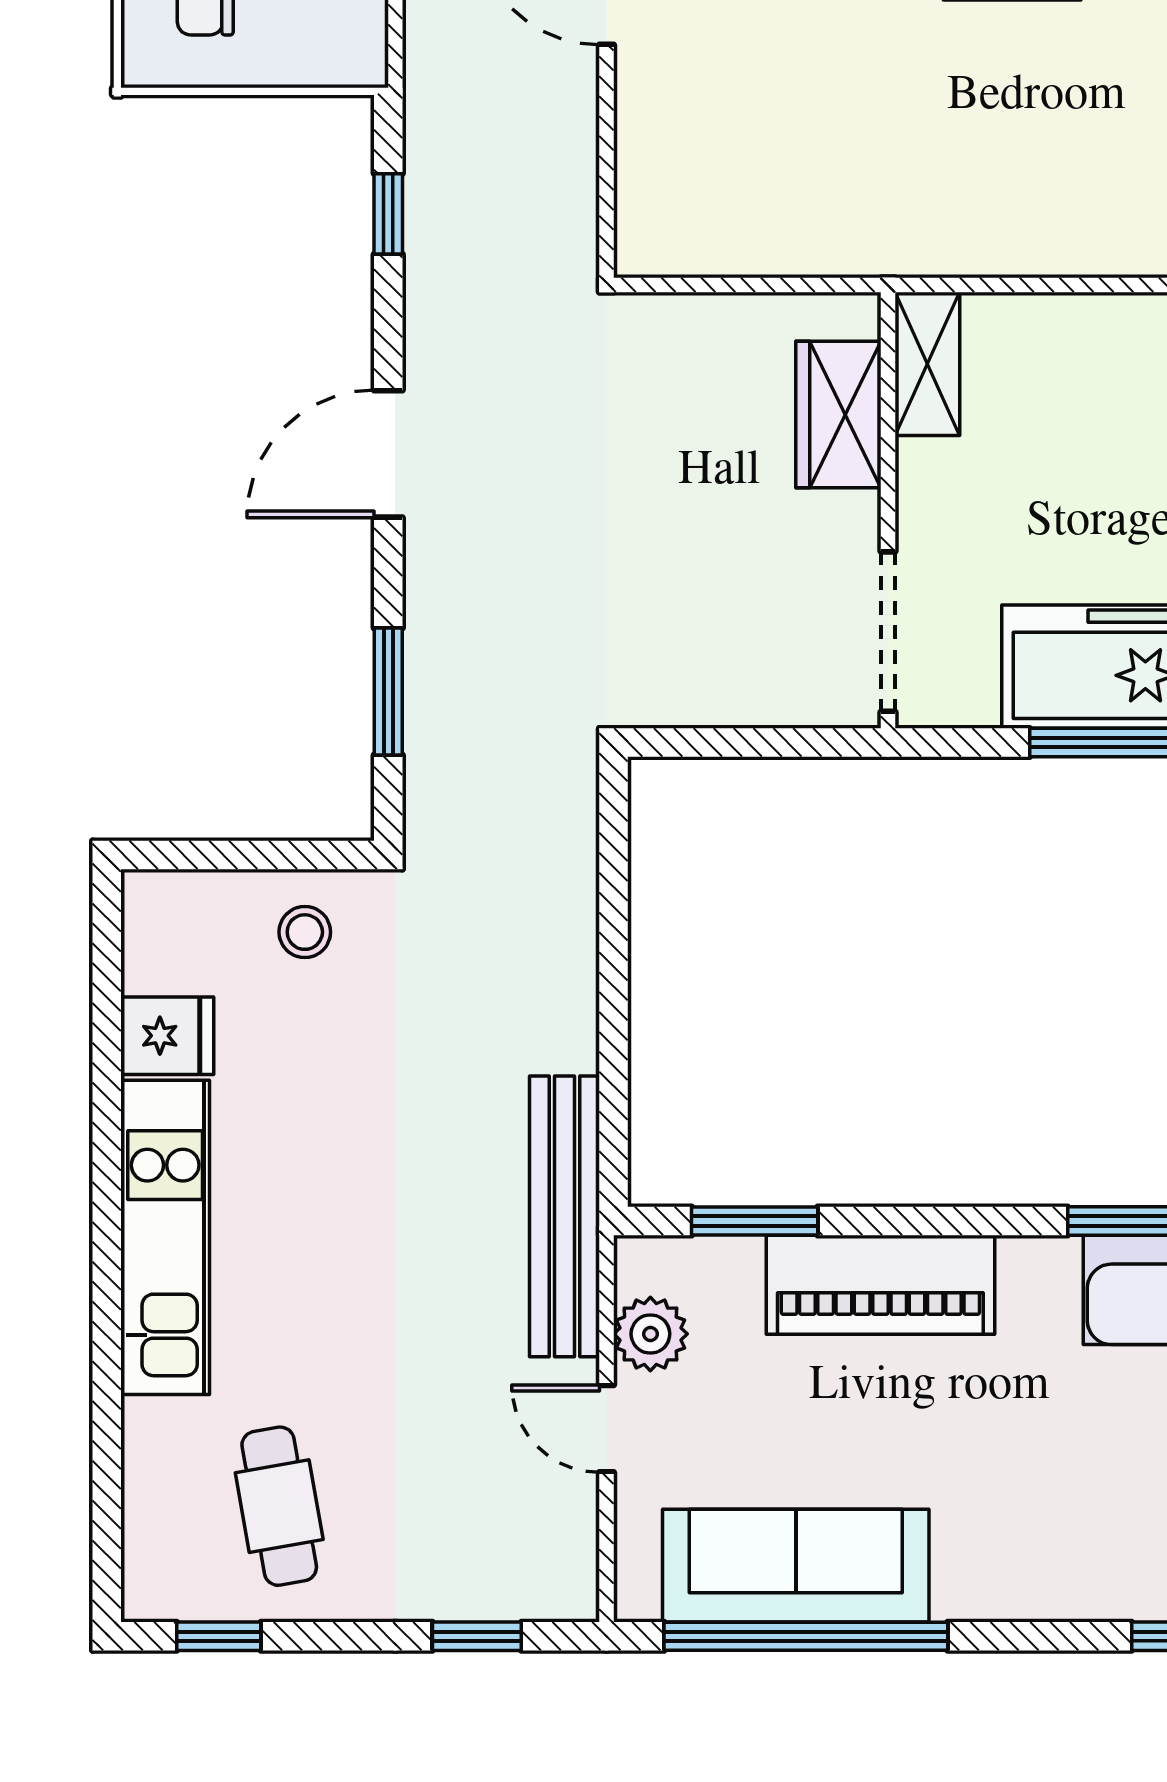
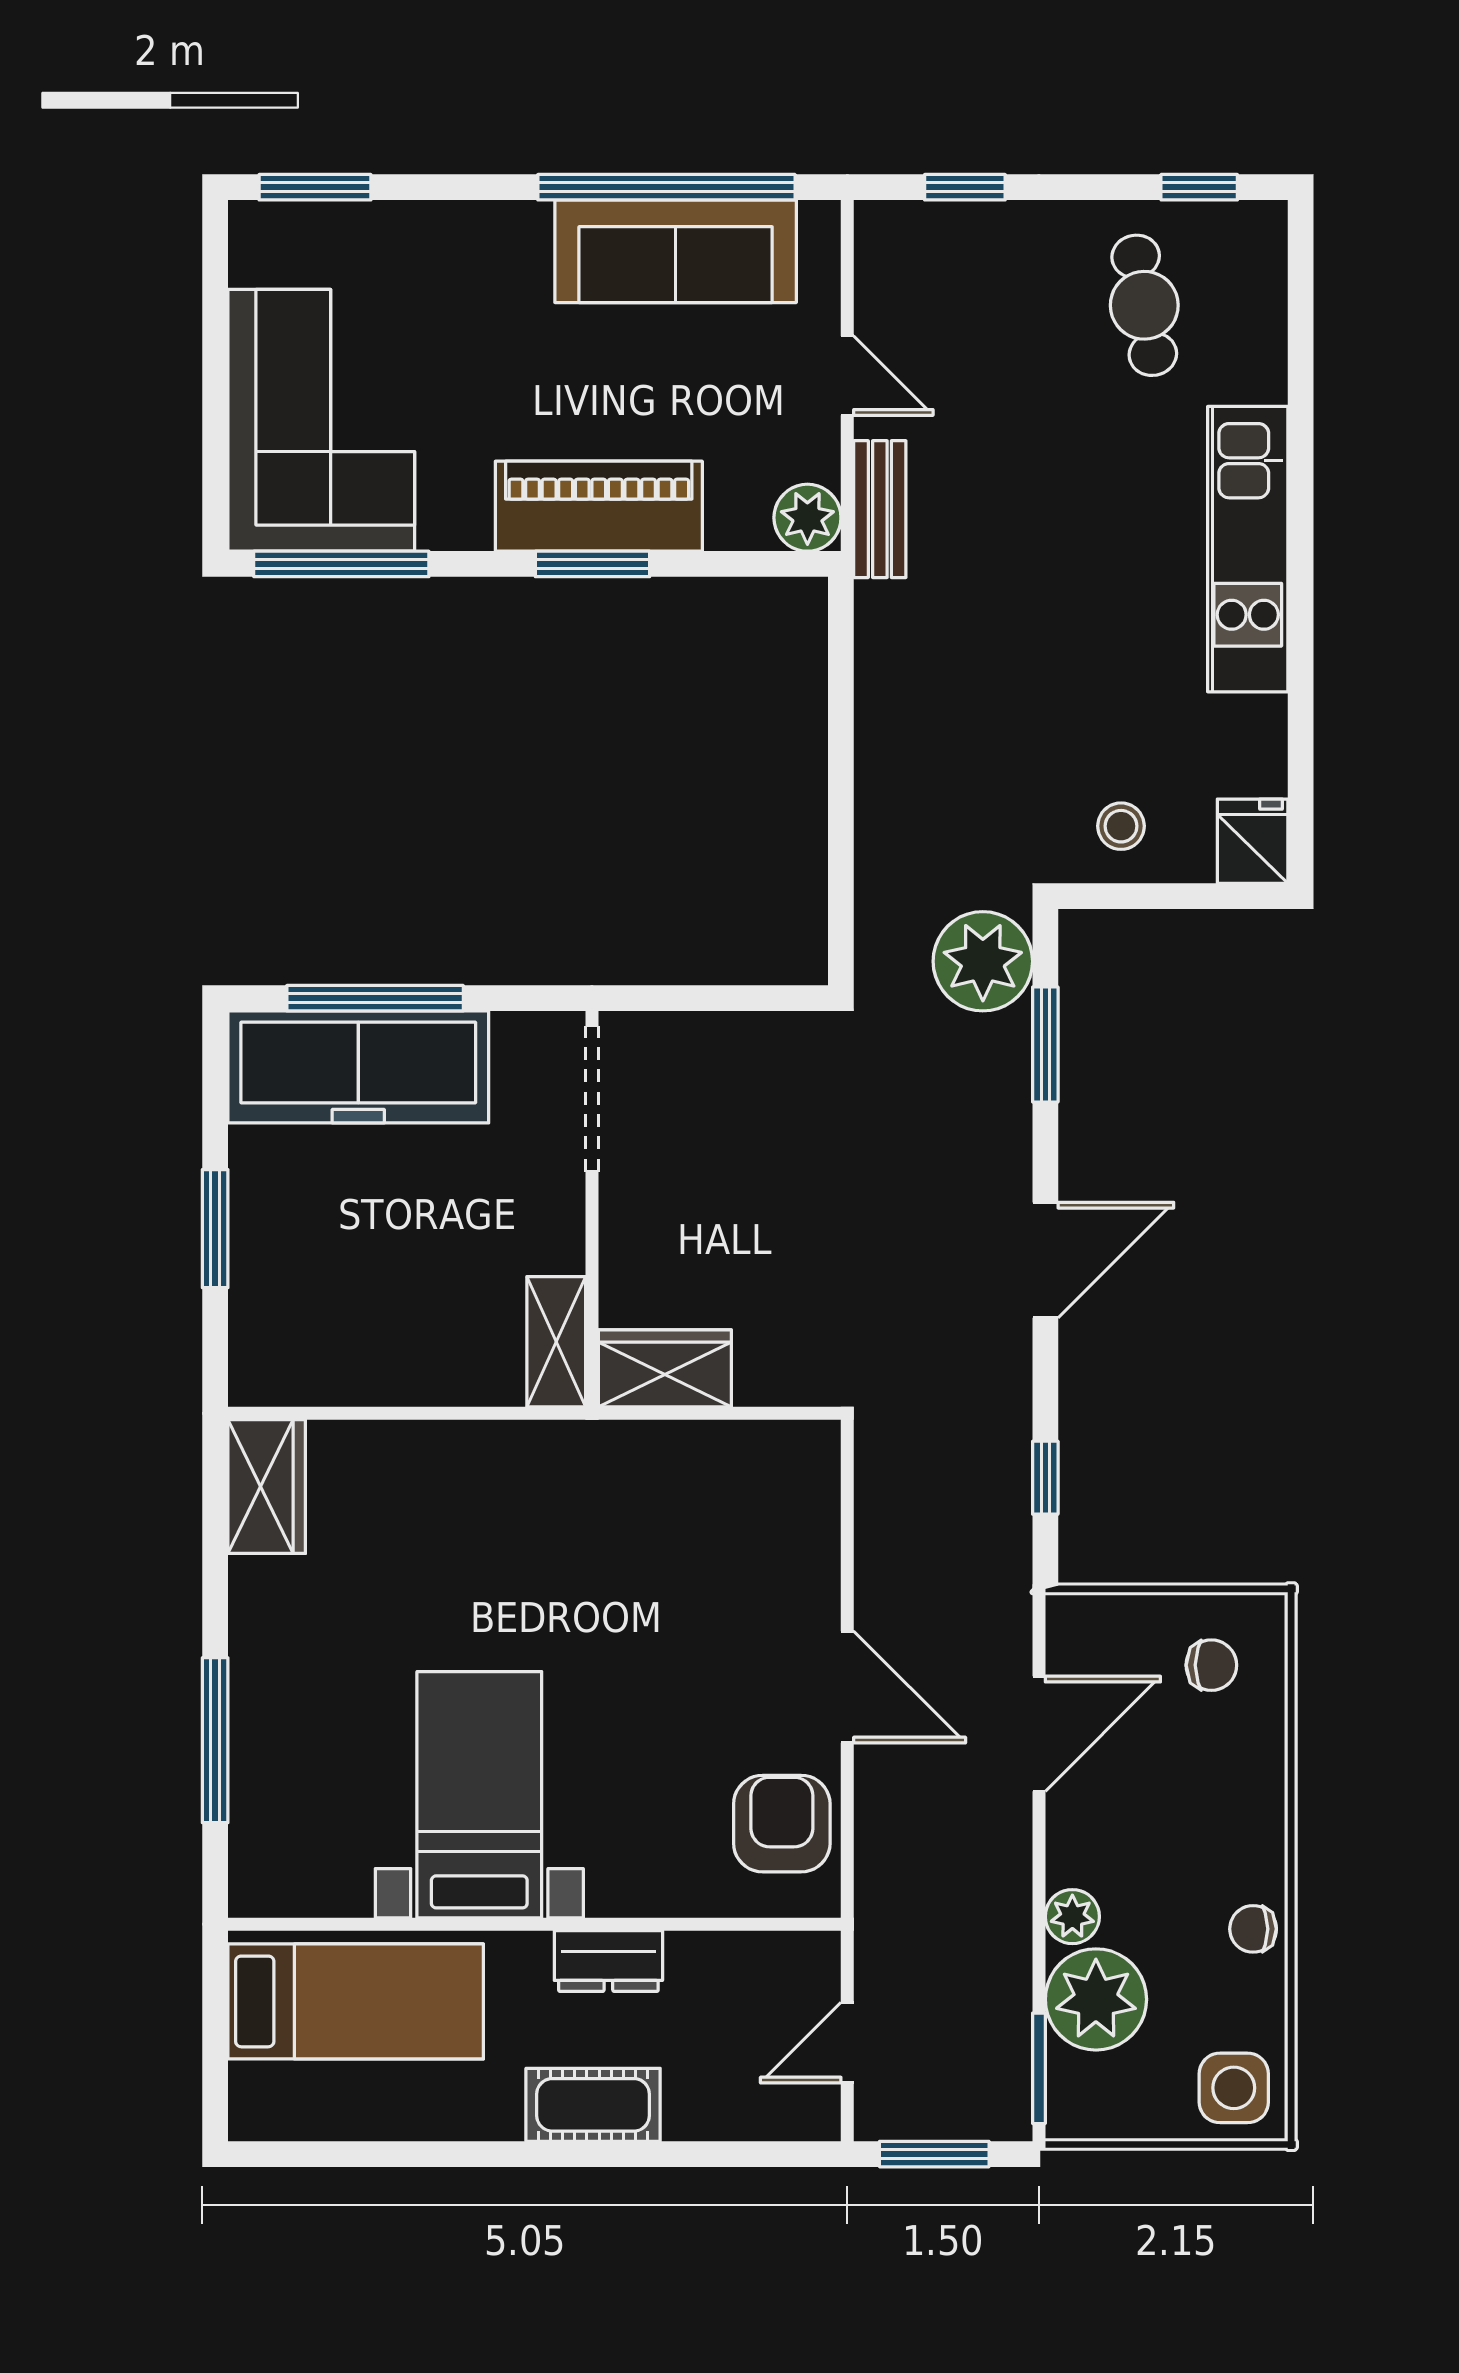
wardrobe: (838, 415) -> (665, 1368), moved, turned -90
plant: (457, 783) -> (983, 961), added
fridge: (167, 1036) -> (1253, 841), moved, turned 90
bench: (564, 1216) -> (880, 509), width x0.54, depth x0.82
window: (755, 1221) -> (592, 564), moved
plant: (650, 1334) -> (807, 518), moved

